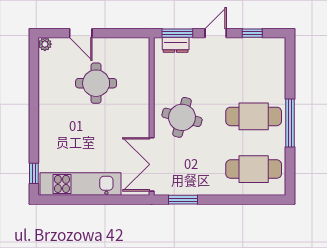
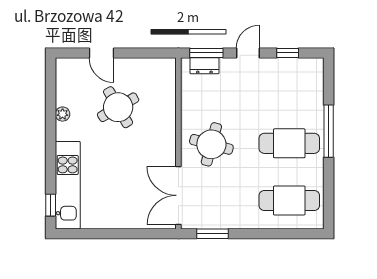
plant: (45, 44) -> (63, 114), moved
round table: (96, 83) -> (118, 107), turned -30
window: (290, 123) -> (329, 131), moved
kitchen unit: (81, 184) -> (68, 185), moved, turned 90

